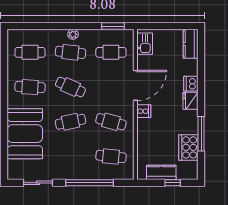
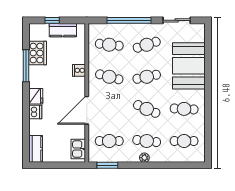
cooker: (144, 111) -> (79, 70), moved
cafe table: (70, 156) -> (147, 45), added

